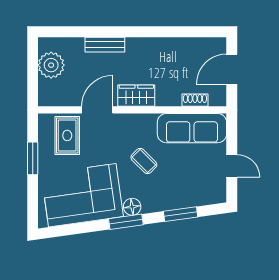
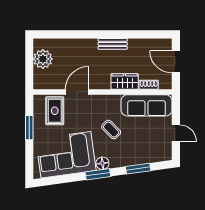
bench: (105, 45) -> (113, 44), moved
door: (232, 69) -> (176, 62), hinge flipped
wardrobe: (136, 96) -> (125, 81), moved

